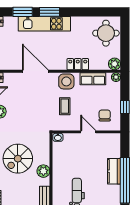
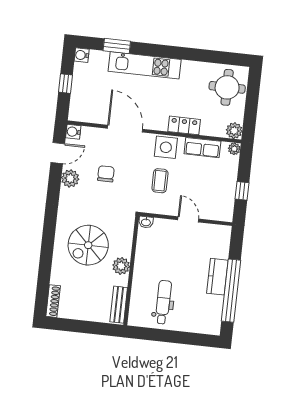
window: (50, 12) -> (153, 50), removed
chair: (105, 115) -> (106, 174), moved

